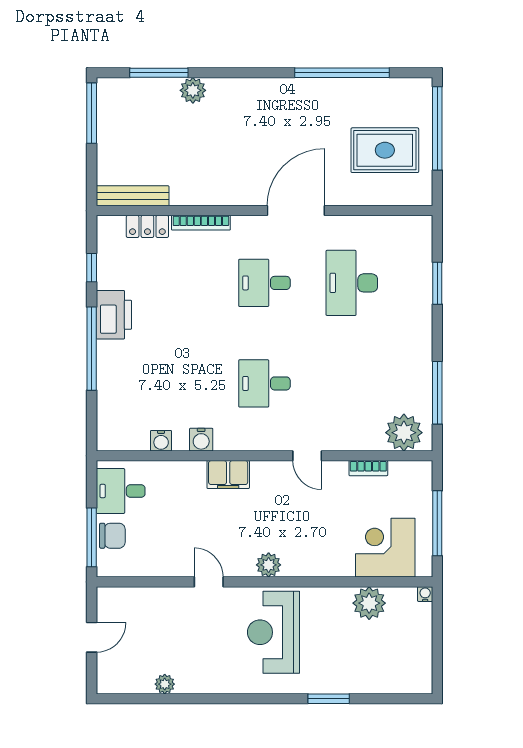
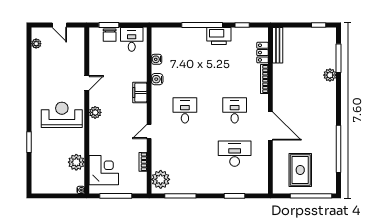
window: (92, 113) -> (319, 25), width x0.46
window: (92, 537) -> (109, 25), width x0.69
plant: (165, 684) -> (36, 44), moved

